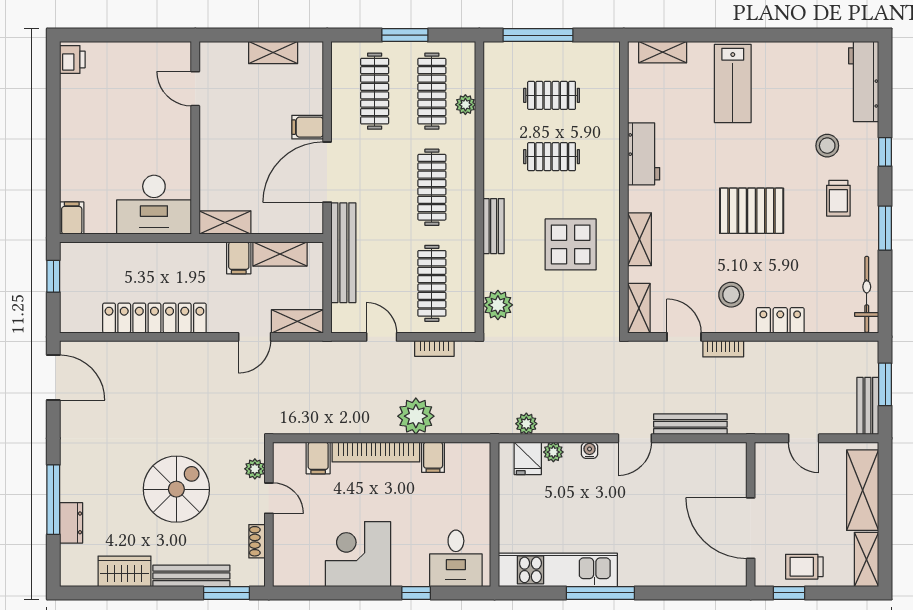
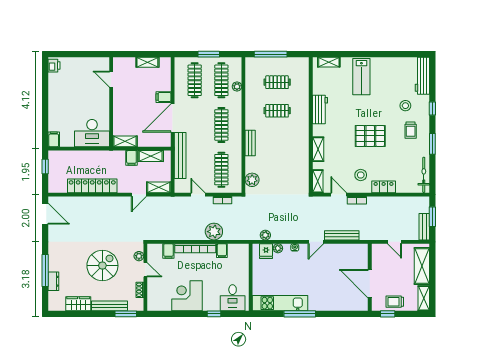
display table: (571, 244) -> (286, 152), removed

